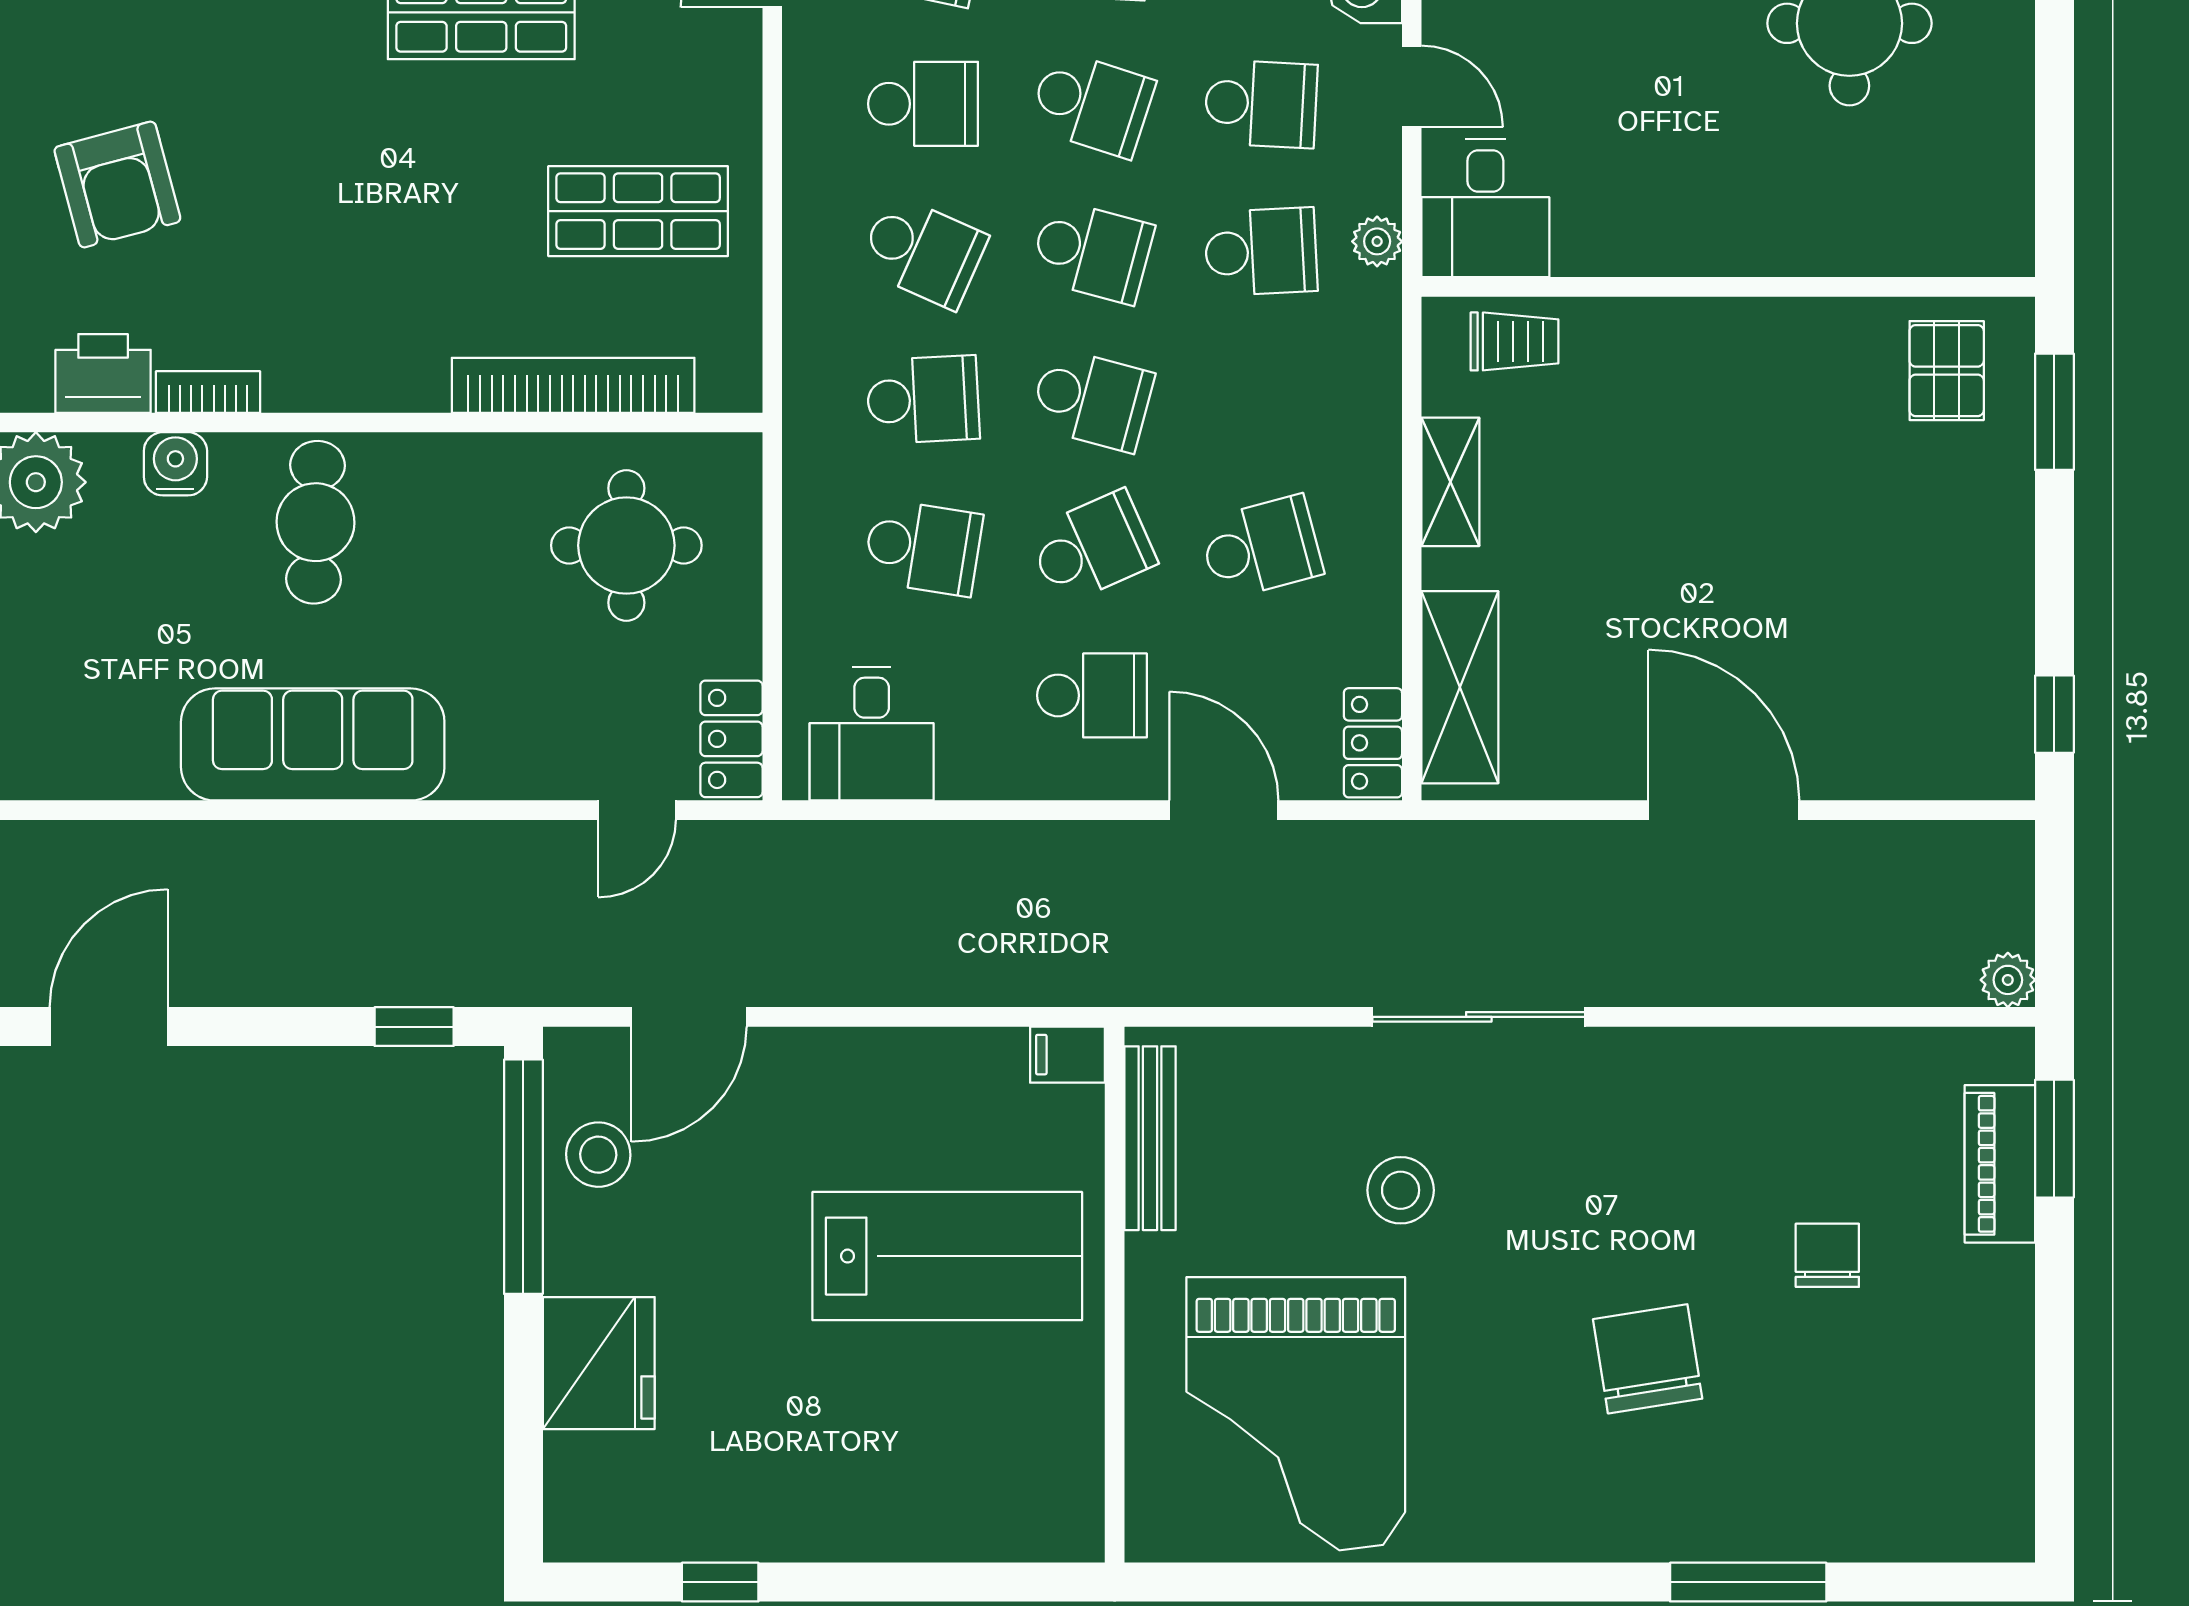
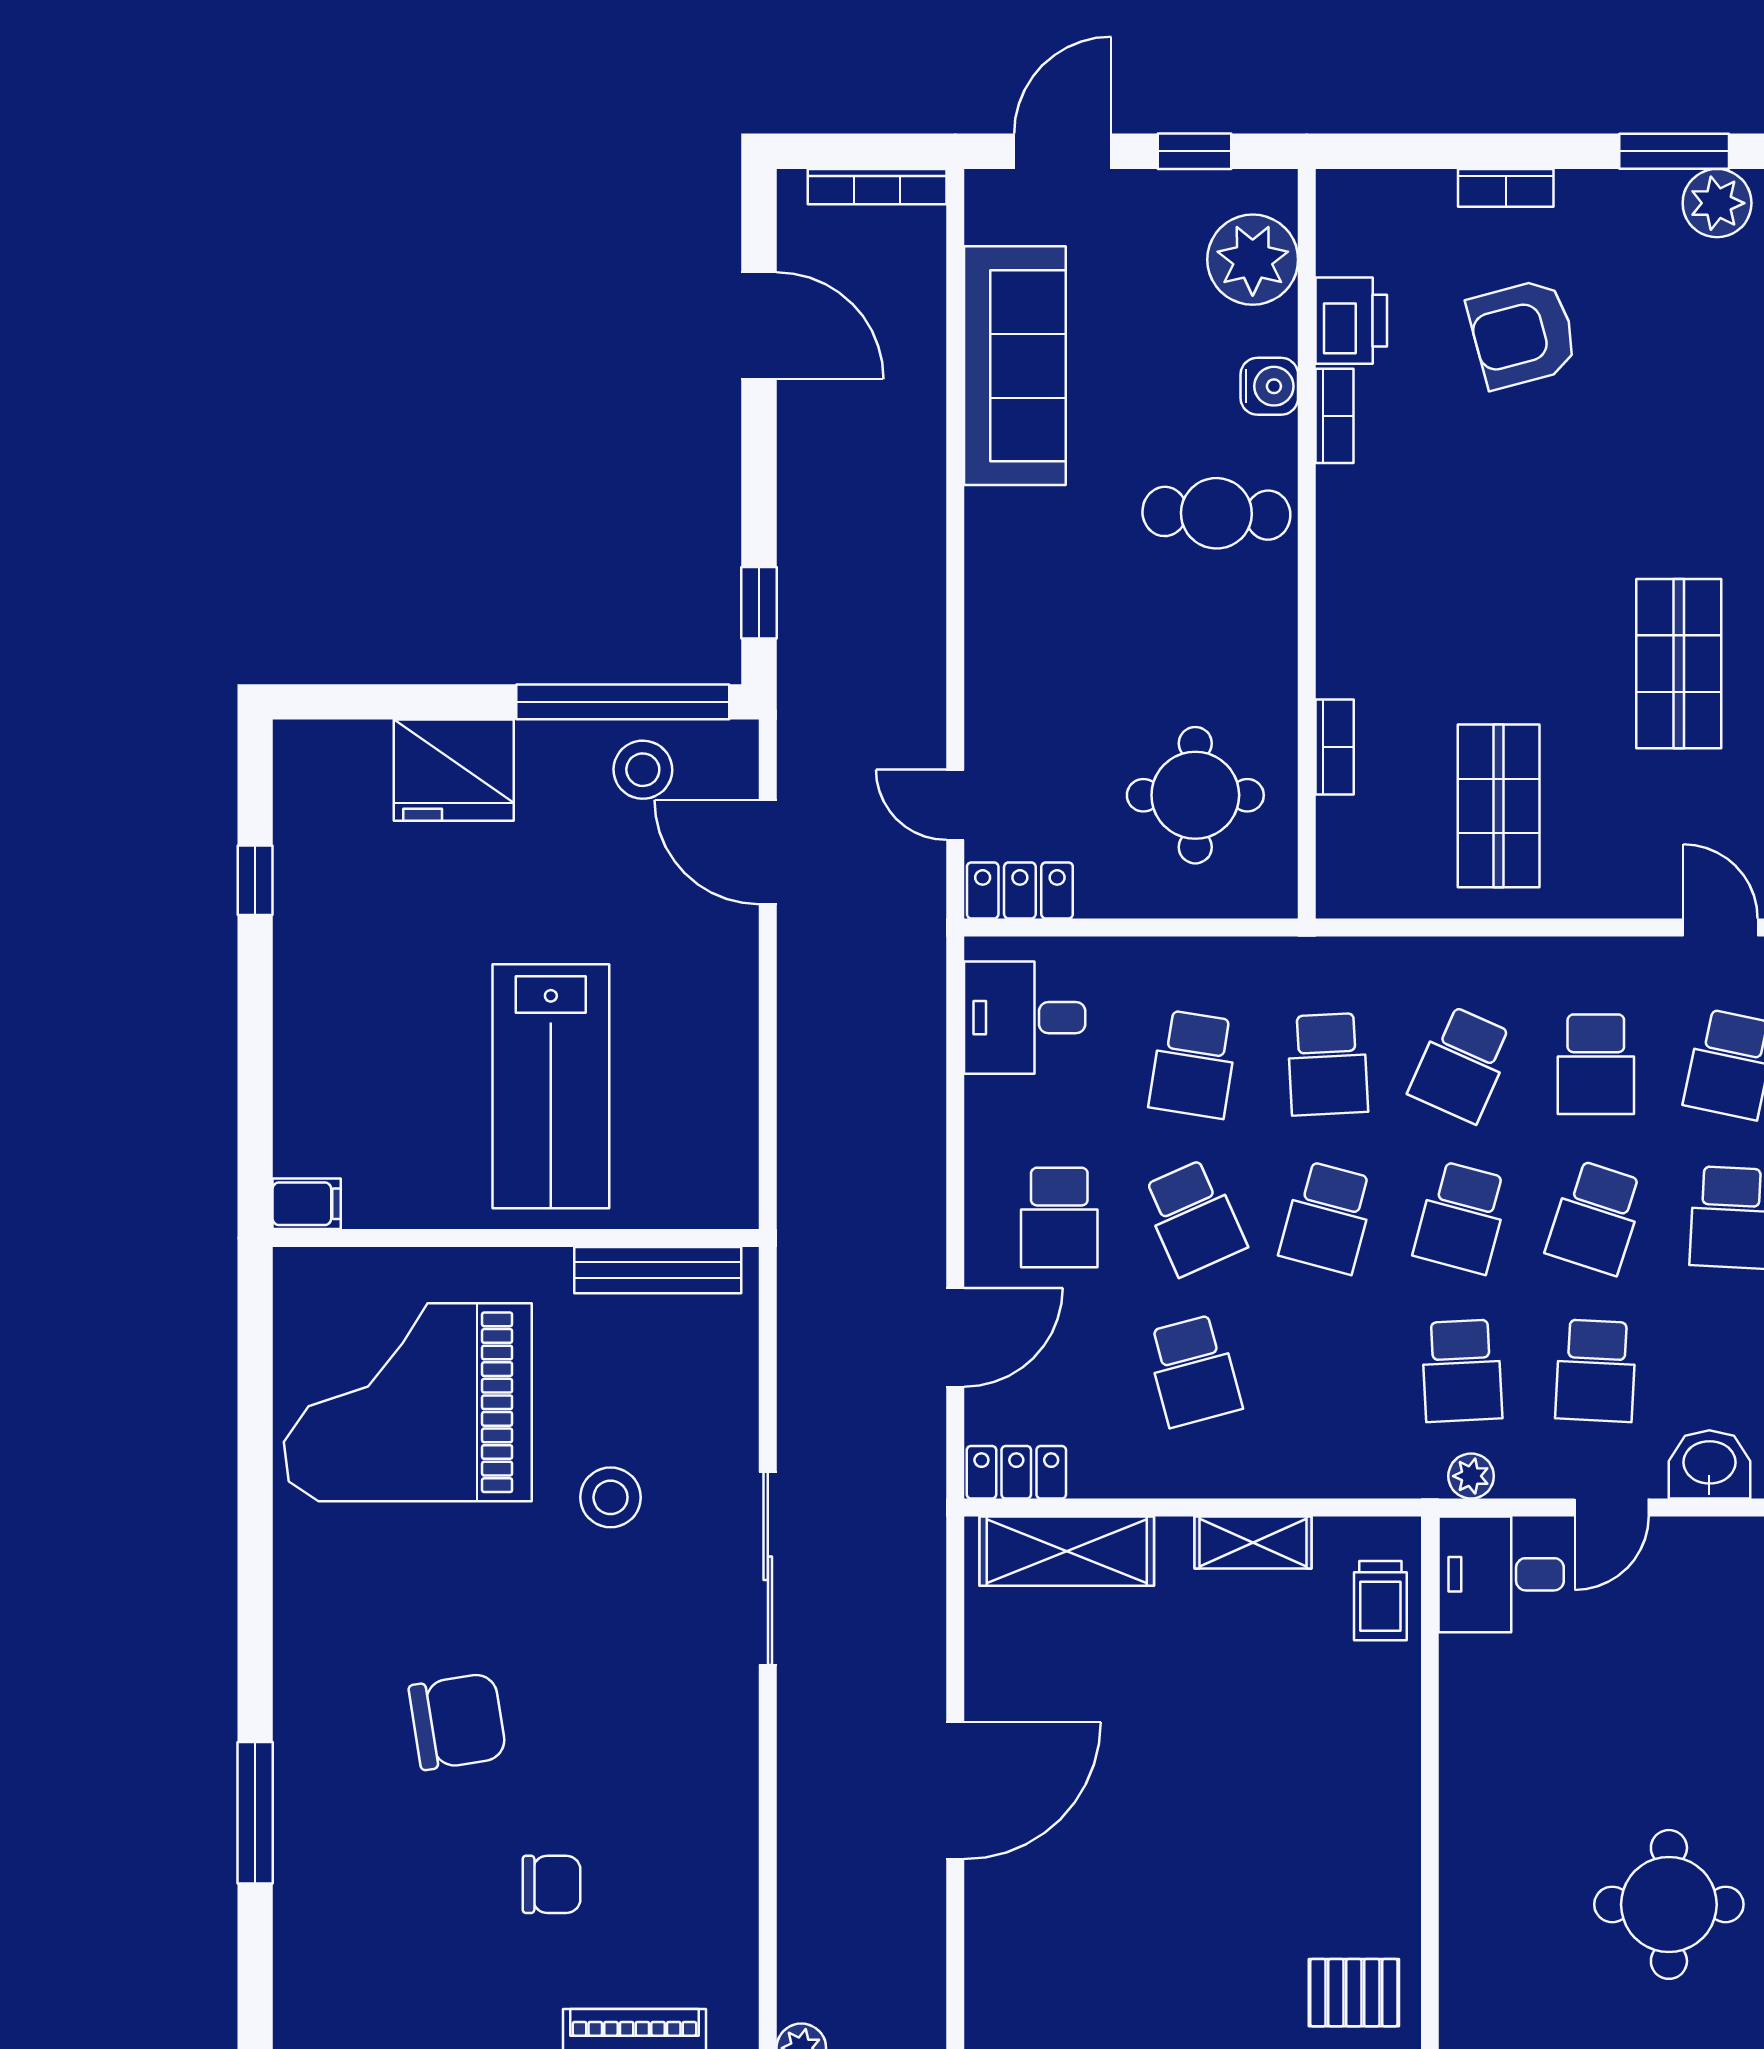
bookcase: (573, 385) -> (1335, 747), width x0.43, depth x0.76
sofa: (313, 744) -> (1015, 366), moved
filing cabinet: (1067, 1055) -> (307, 1204), moved, turned 90

